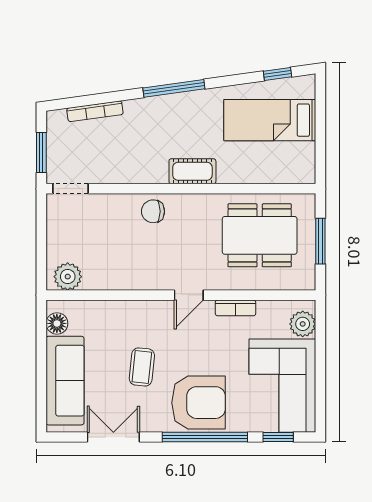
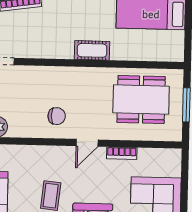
chair: (153, 211) -> (57, 116), moved, turned 180
plant: (303, 324) -> (172, 166), removed

